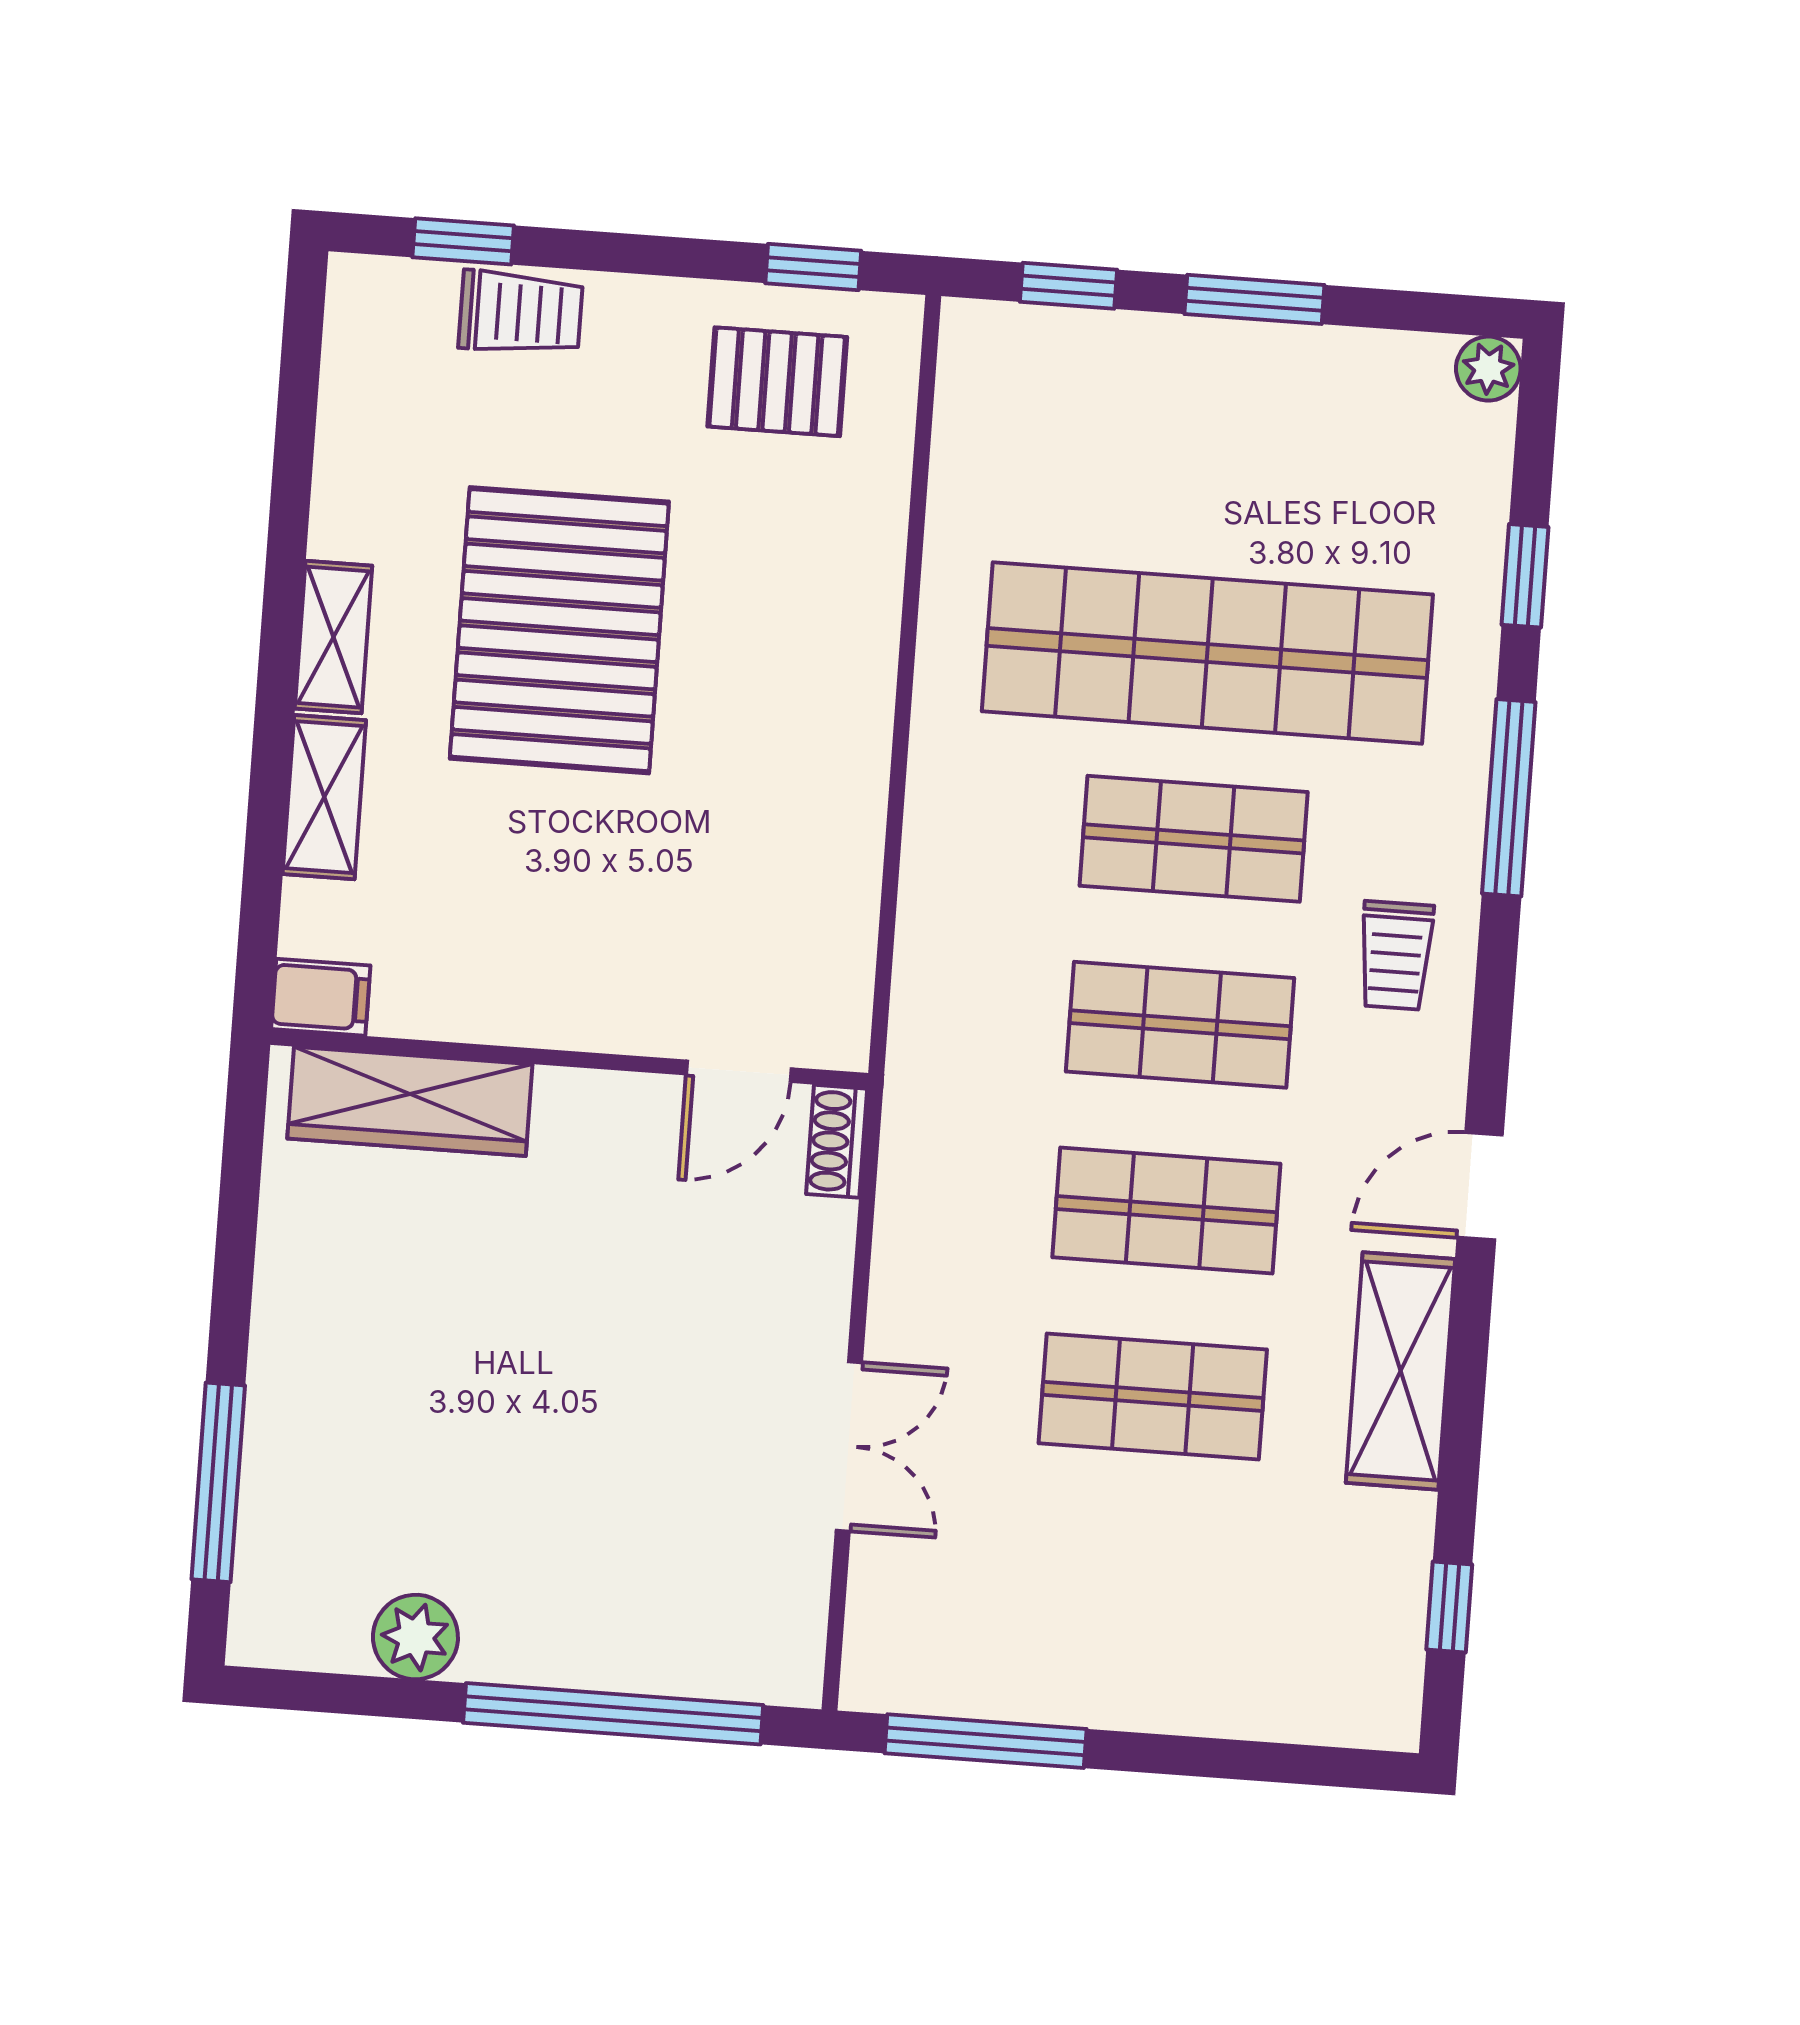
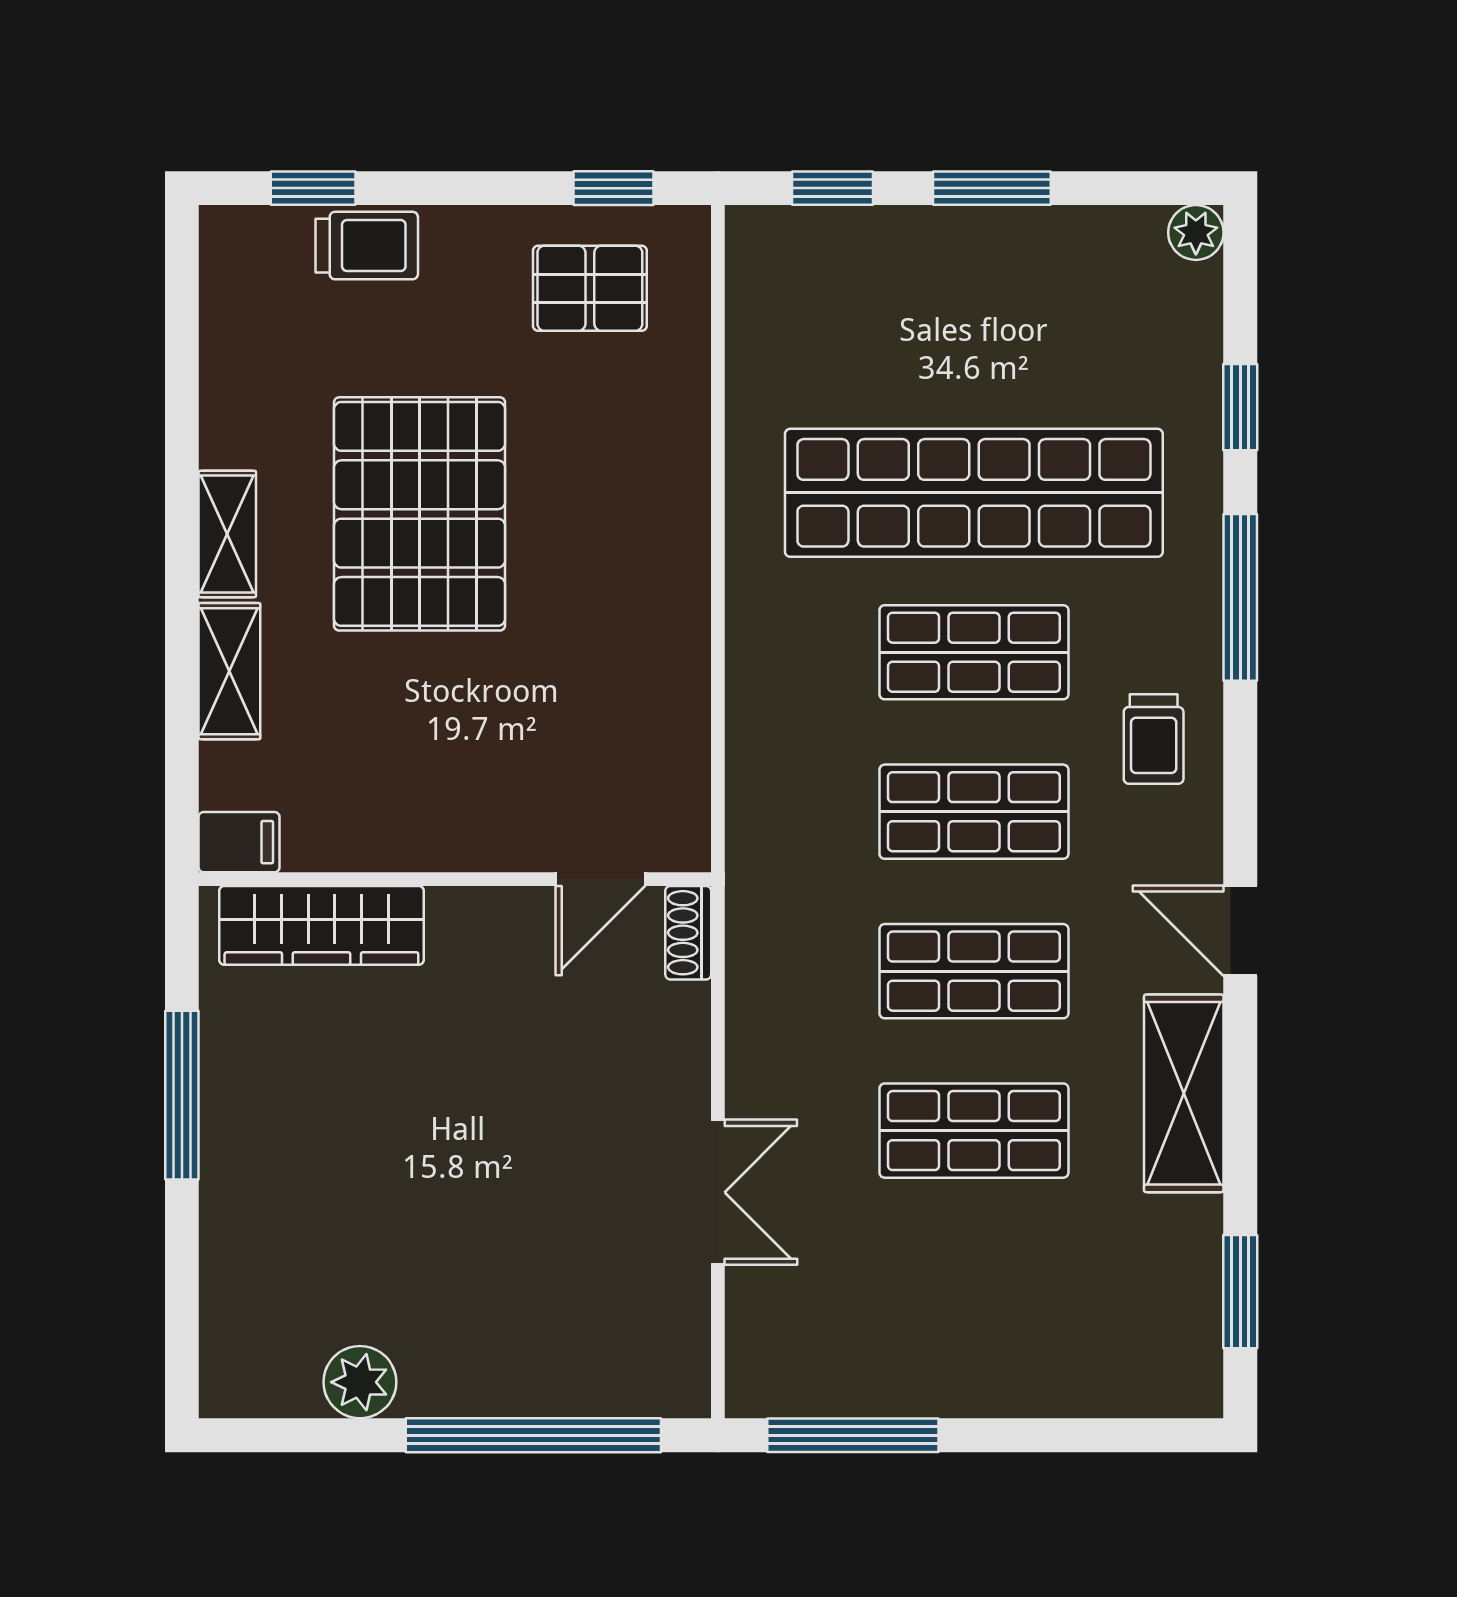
door: (1480, 1186) -> (1240, 931), hinge flipped
window: (218, 1482) -> (182, 1095), moved
window: (1449, 1607) -> (1240, 1292), width x1.50

